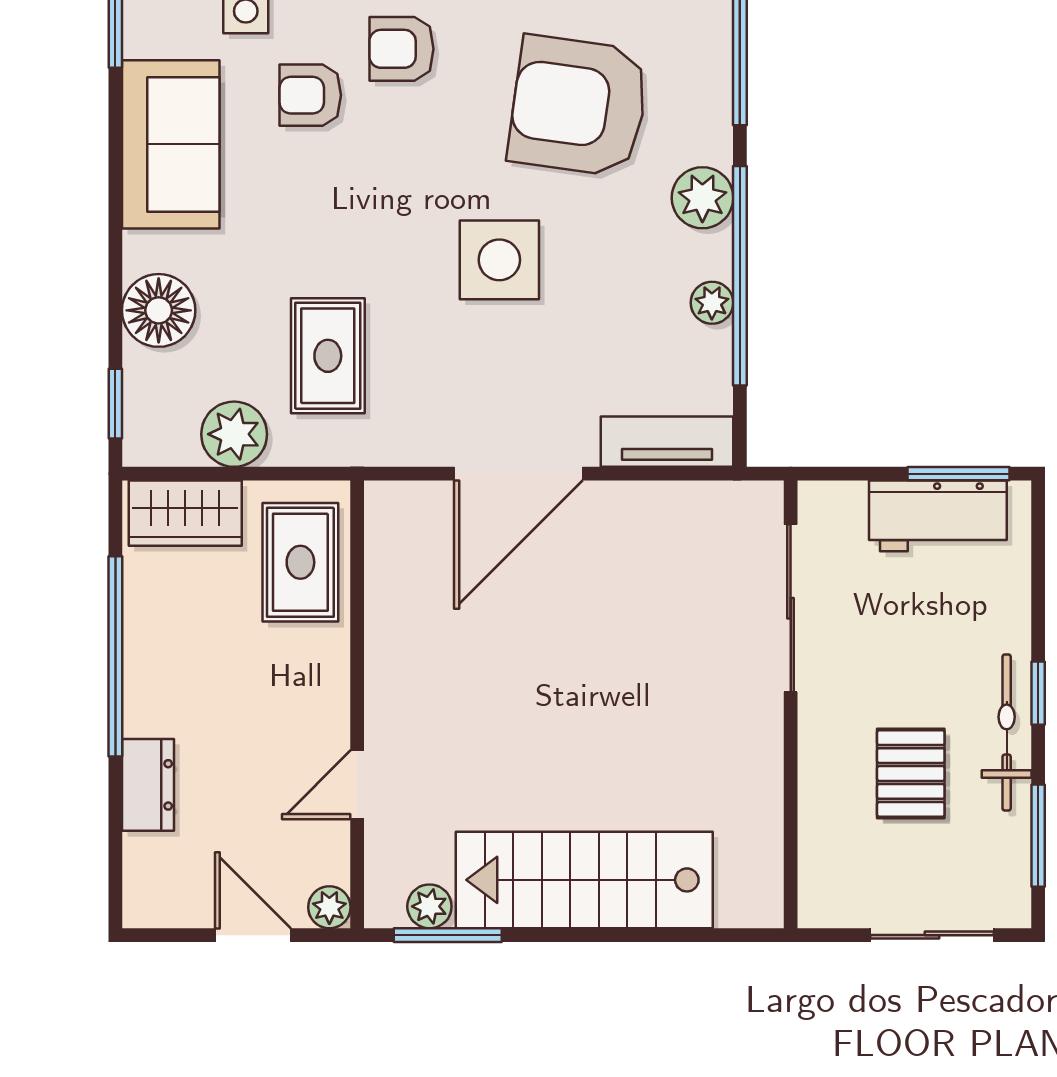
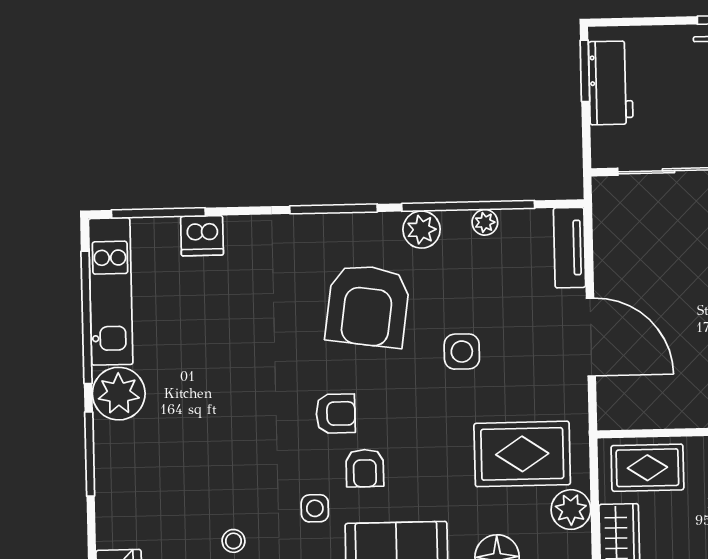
armchair: (402, 49) -> (336, 414), turned -90
side table: (499, 260) -> (462, 352), width x0.73, depth x0.73
rug: (328, 356) -> (522, 454), width x1.36, depth x1.43

